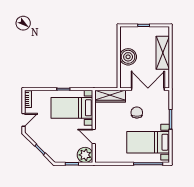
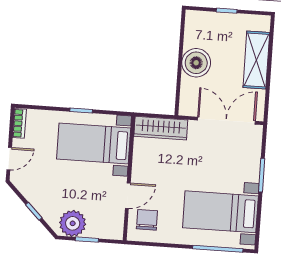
chair: (137, 113) -> (147, 220), moved
door: (94, 137) -> (128, 196), swing flipped
plant: (85, 155) -> (73, 223), moved

